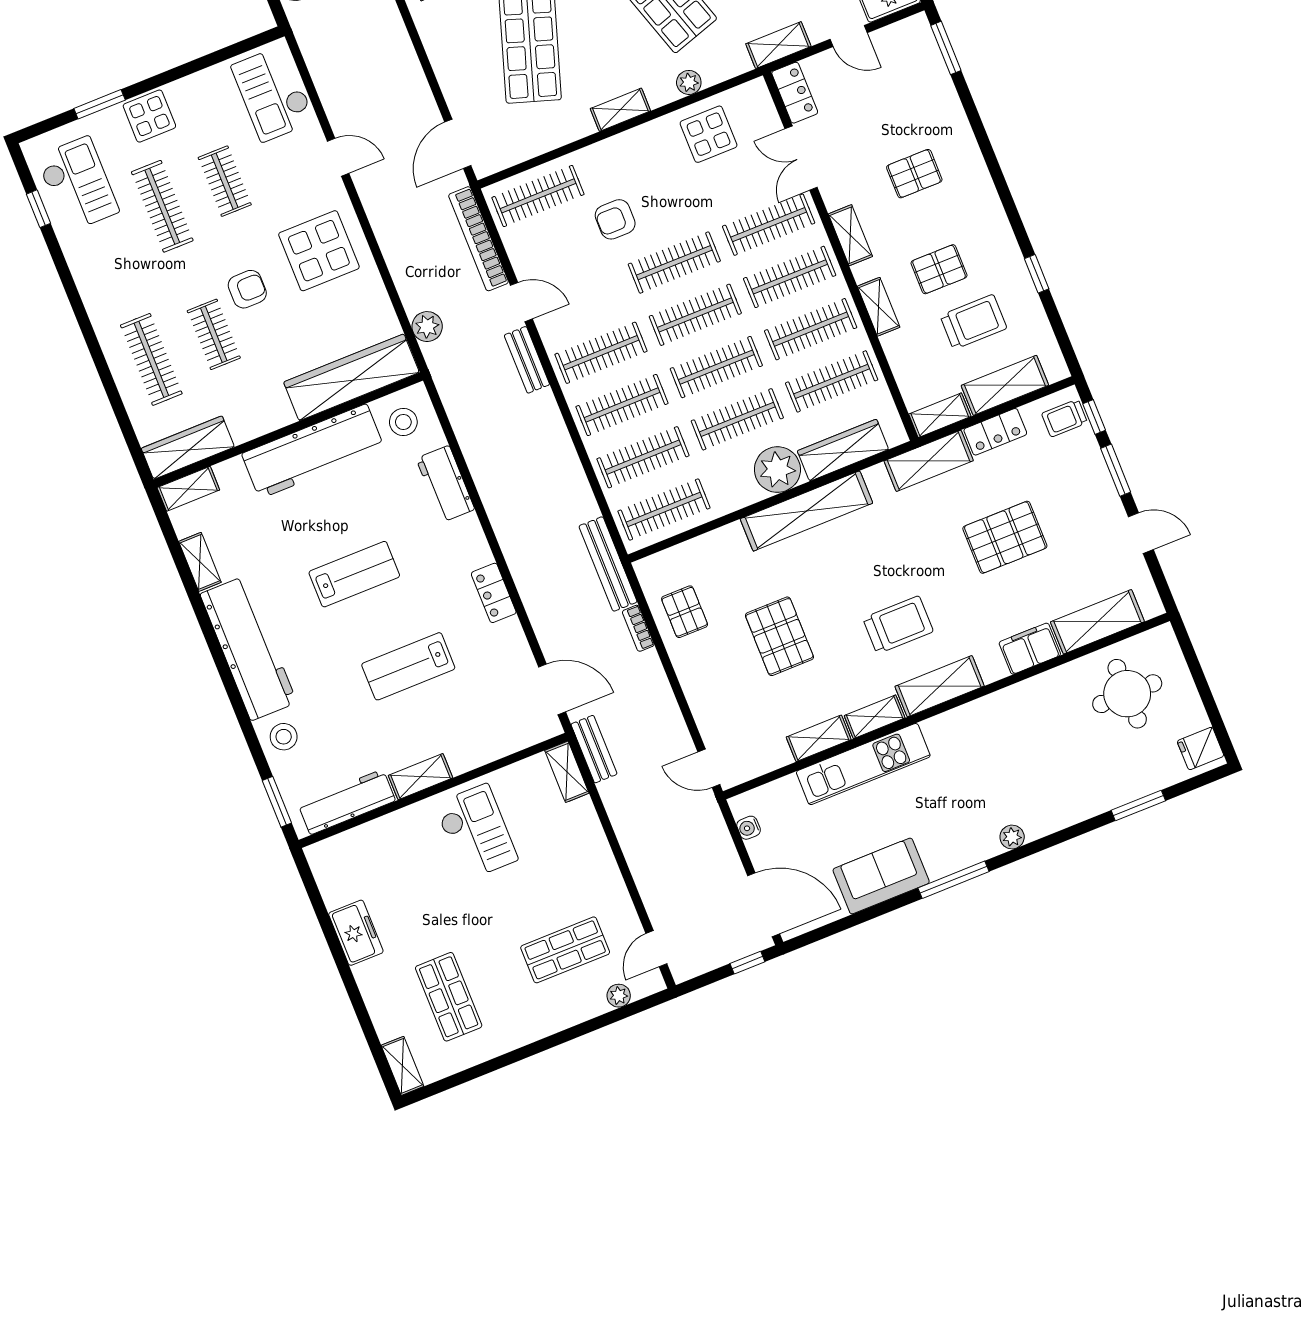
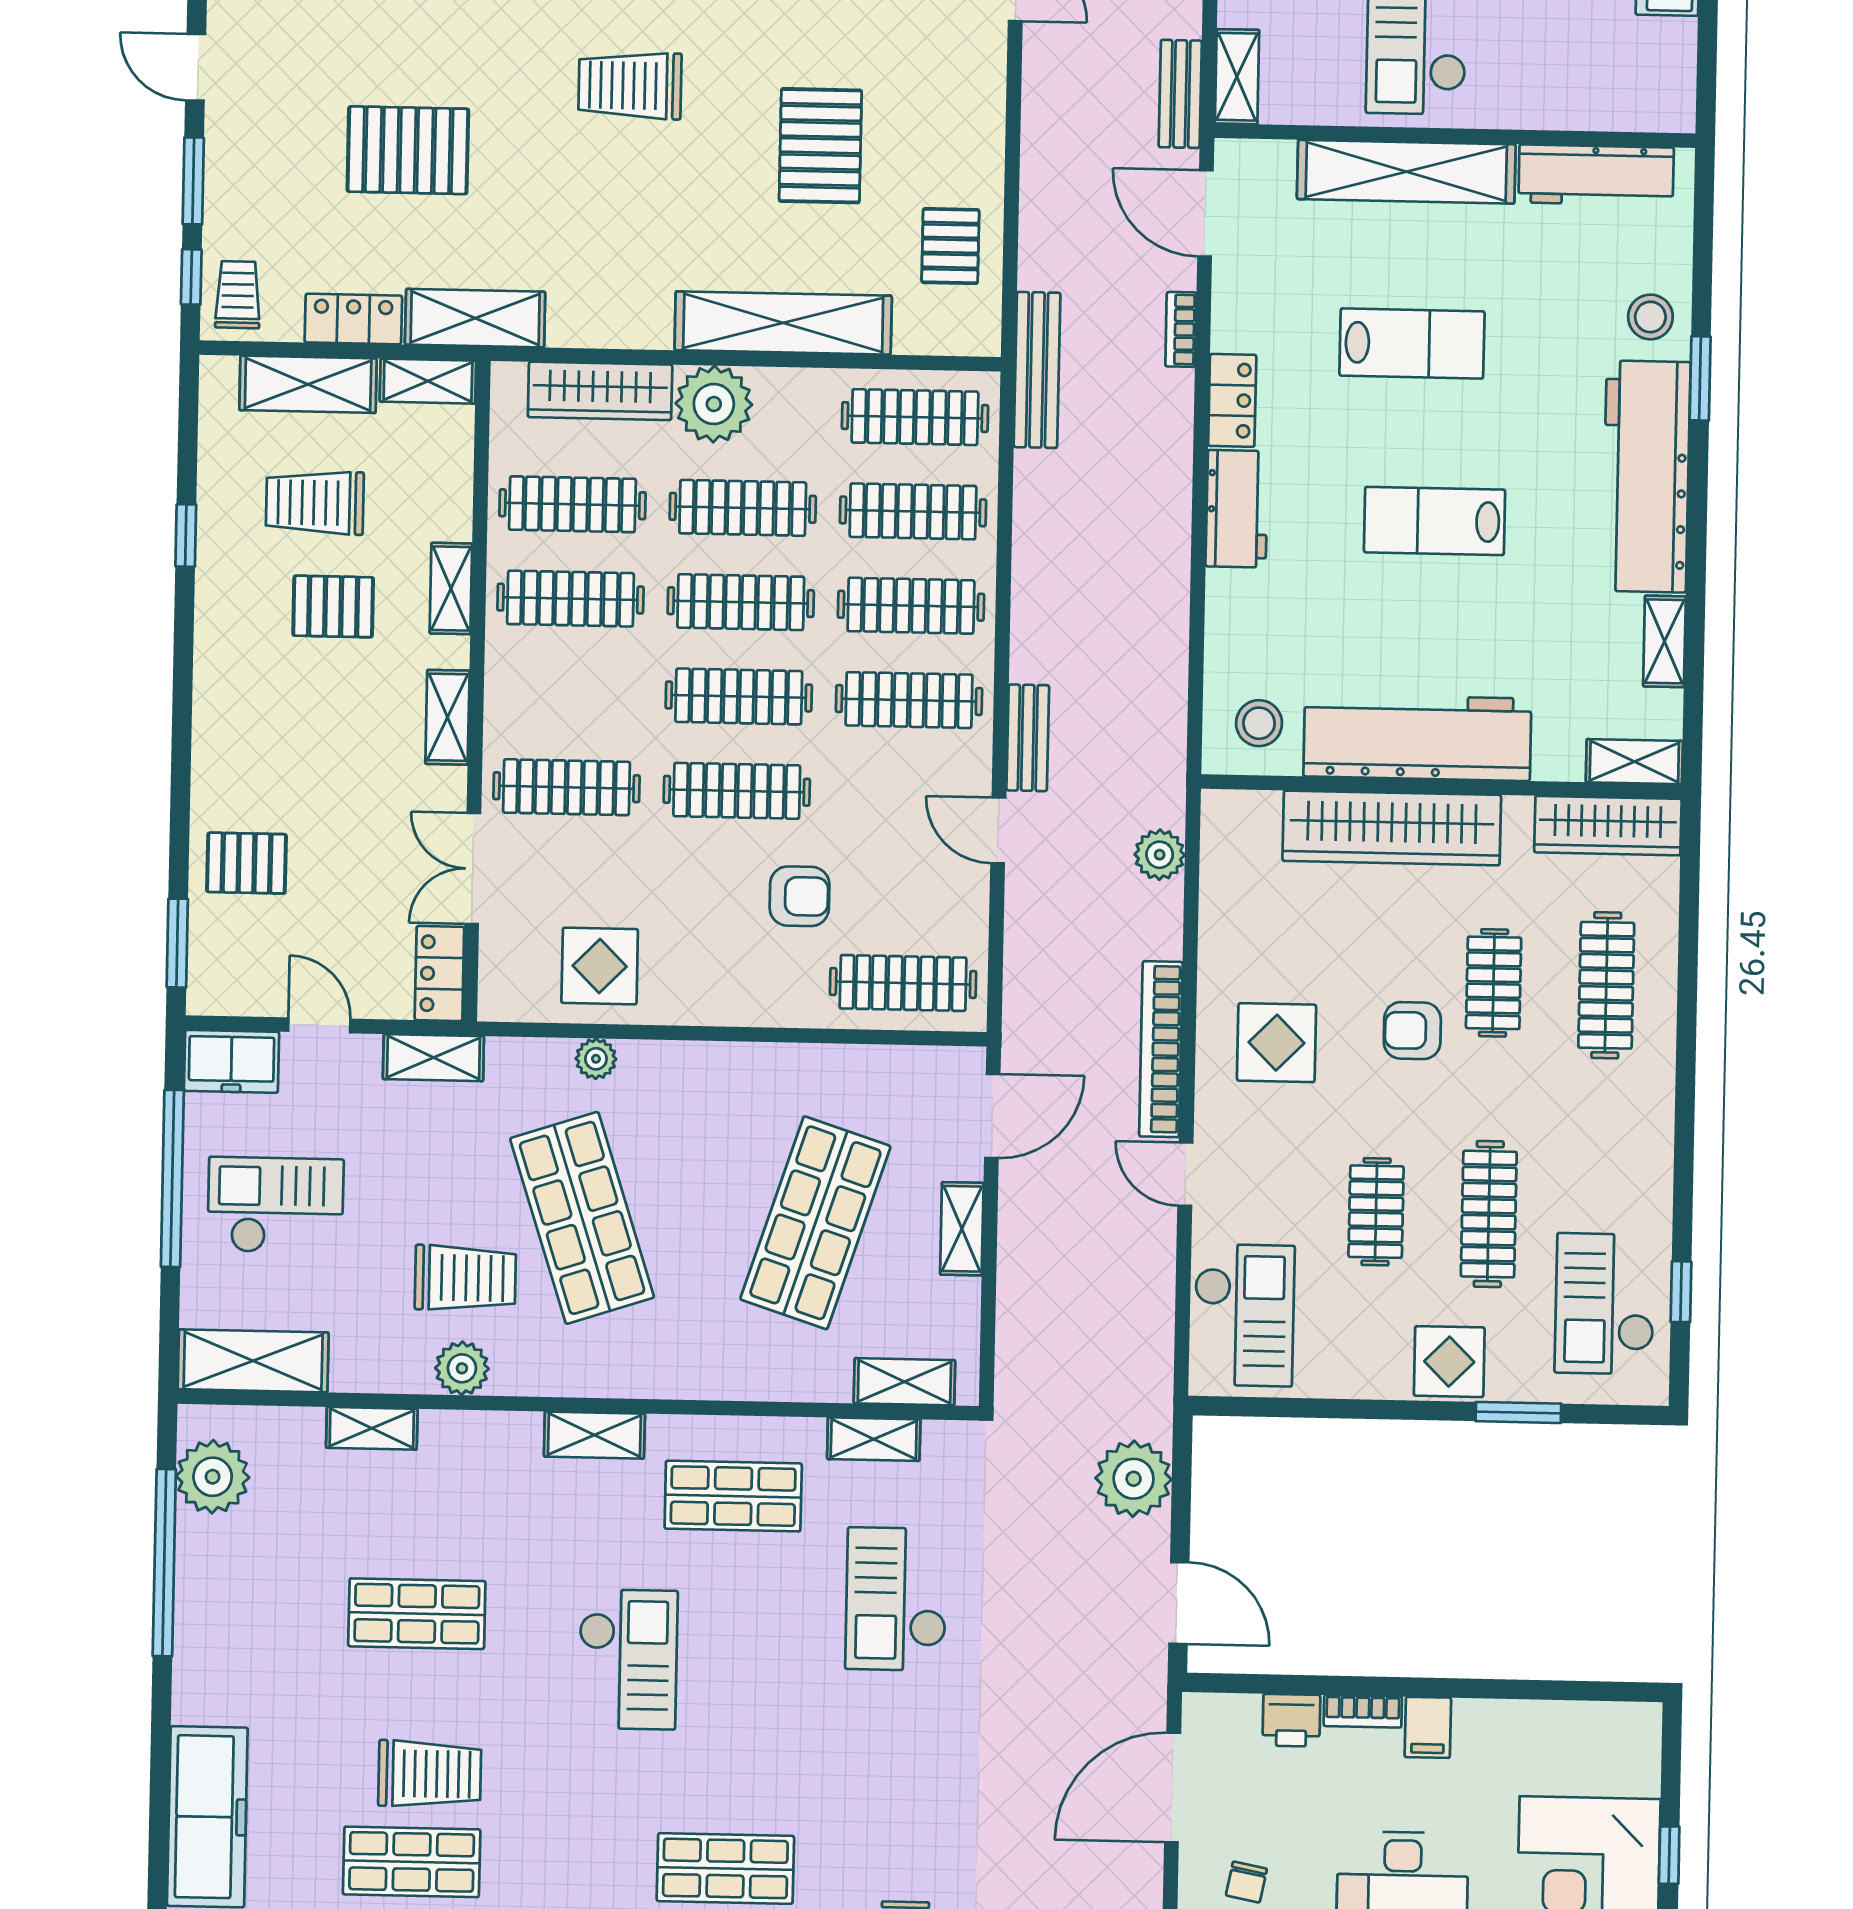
shelving: (620, 110) -> (962, 1229), moved, turned 90
double door: (801, 158) -> (473, 868), swing flipped
pallet: (914, 174) -> (247, 863), moved
bookcase: (478, 239) -> (1161, 1049), moved, turned 180
display table: (319, 251) -> (1276, 1043), width x0.73, depth x0.73
clothes rail: (790, 277) -> (568, 693), removed
wardrobe: (351, 377) -> (1392, 828), moved
trolley: (1064, 418) -> (238, 295), turned -90
workbench: (445, 484) -> (1237, 509), moved
shelving: (806, 511) -> (783, 323), moved
bookcase: (638, 628) -> (1181, 329), moved, turned 180
shelving: (420, 777) -> (1406, 172), width x2.20, depth x1.33
window: (277, 802) -> (1700, 378), moved

